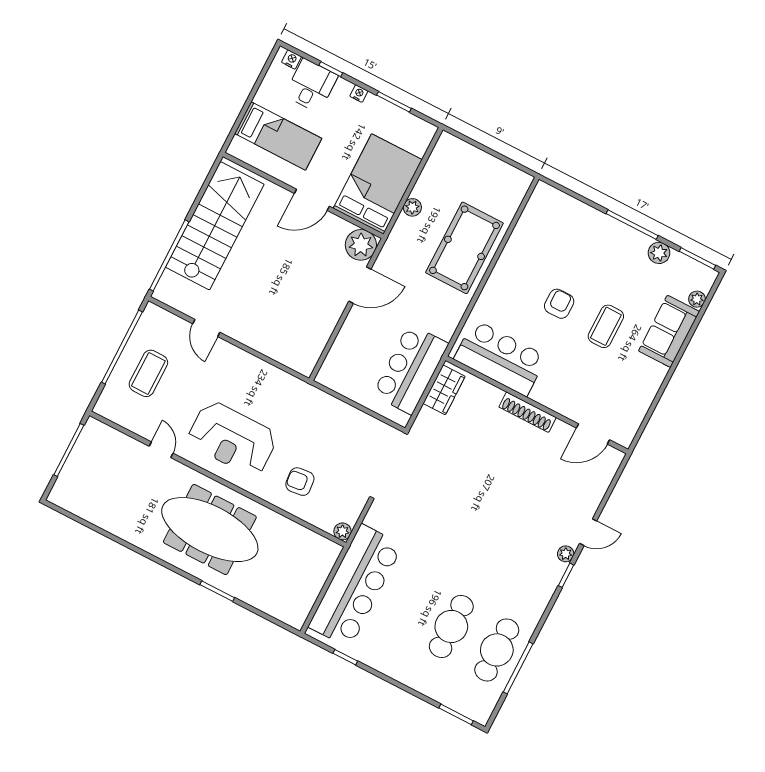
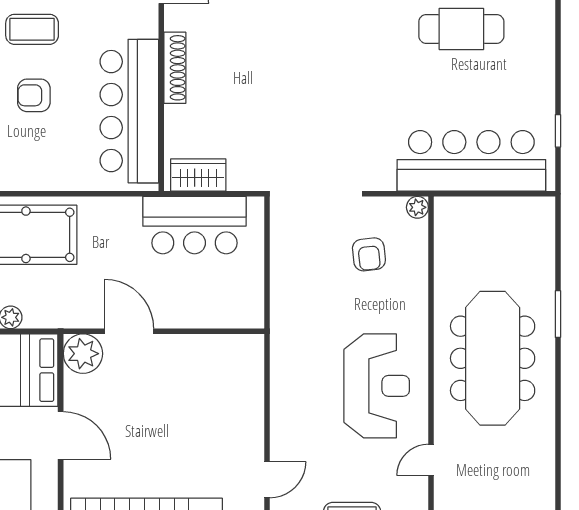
bar counter: (500, 358) -> (129, 111), width x1.36
armchair: (300, 482) -> (369, 254), moved

